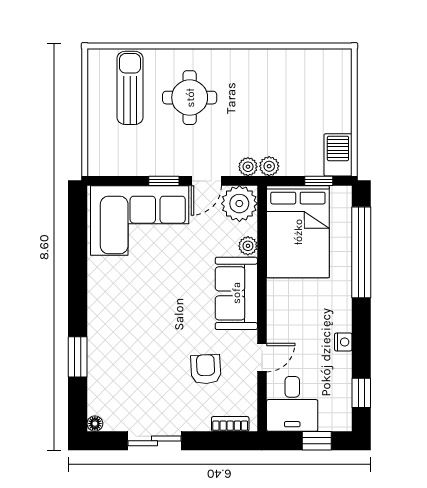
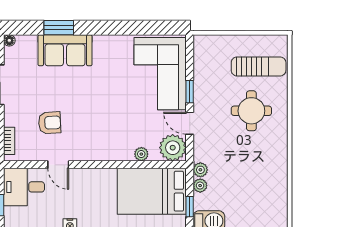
plant: (248, 167) -> (200, 186), moved
sofa: (236, 293) -> (65, 50), moved, turned 180

